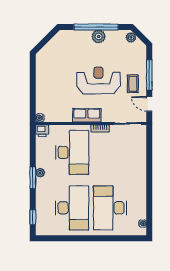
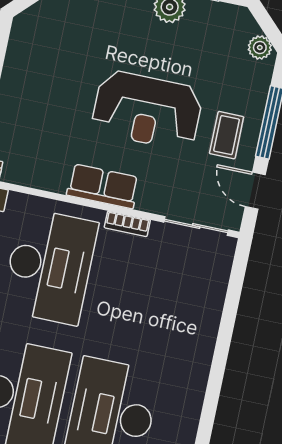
plant: (131, 37) -> (260, 47), moved
reception desk: (98, 80) -> (147, 110), turned 180

